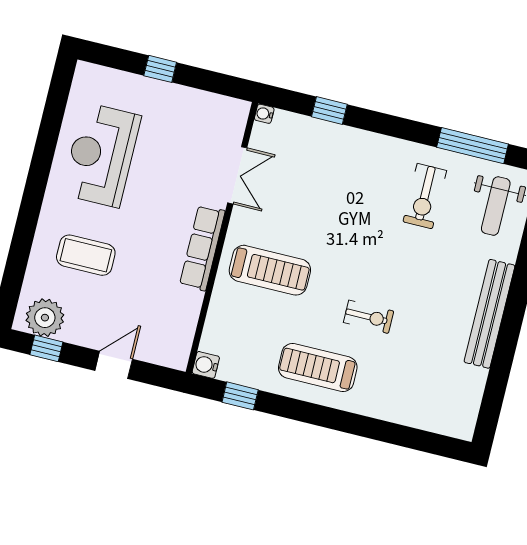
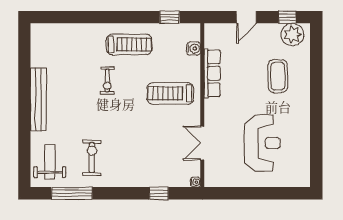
window: (160, 69) -> (261, 193), removed
reception desk: (101, 155) -> (262, 143), moved
row of seats: (202, 248) -> (212, 73), moved
coffee table: (86, 255) -> (278, 76), turned 90
exercise bike: (369, 317) -> (107, 81), turned -90
water cooler: (206, 365) -> (194, 49), moved

